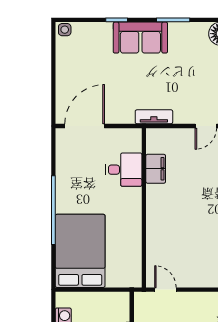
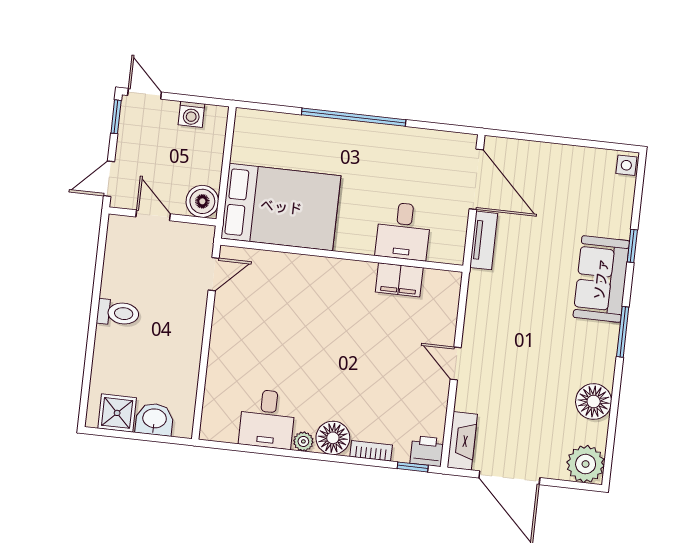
tv unit: (154, 117) -> (484, 240), moved
bed: (80, 251) -> (281, 207), moved
boiler: (119, 302) -> (202, 201), added

